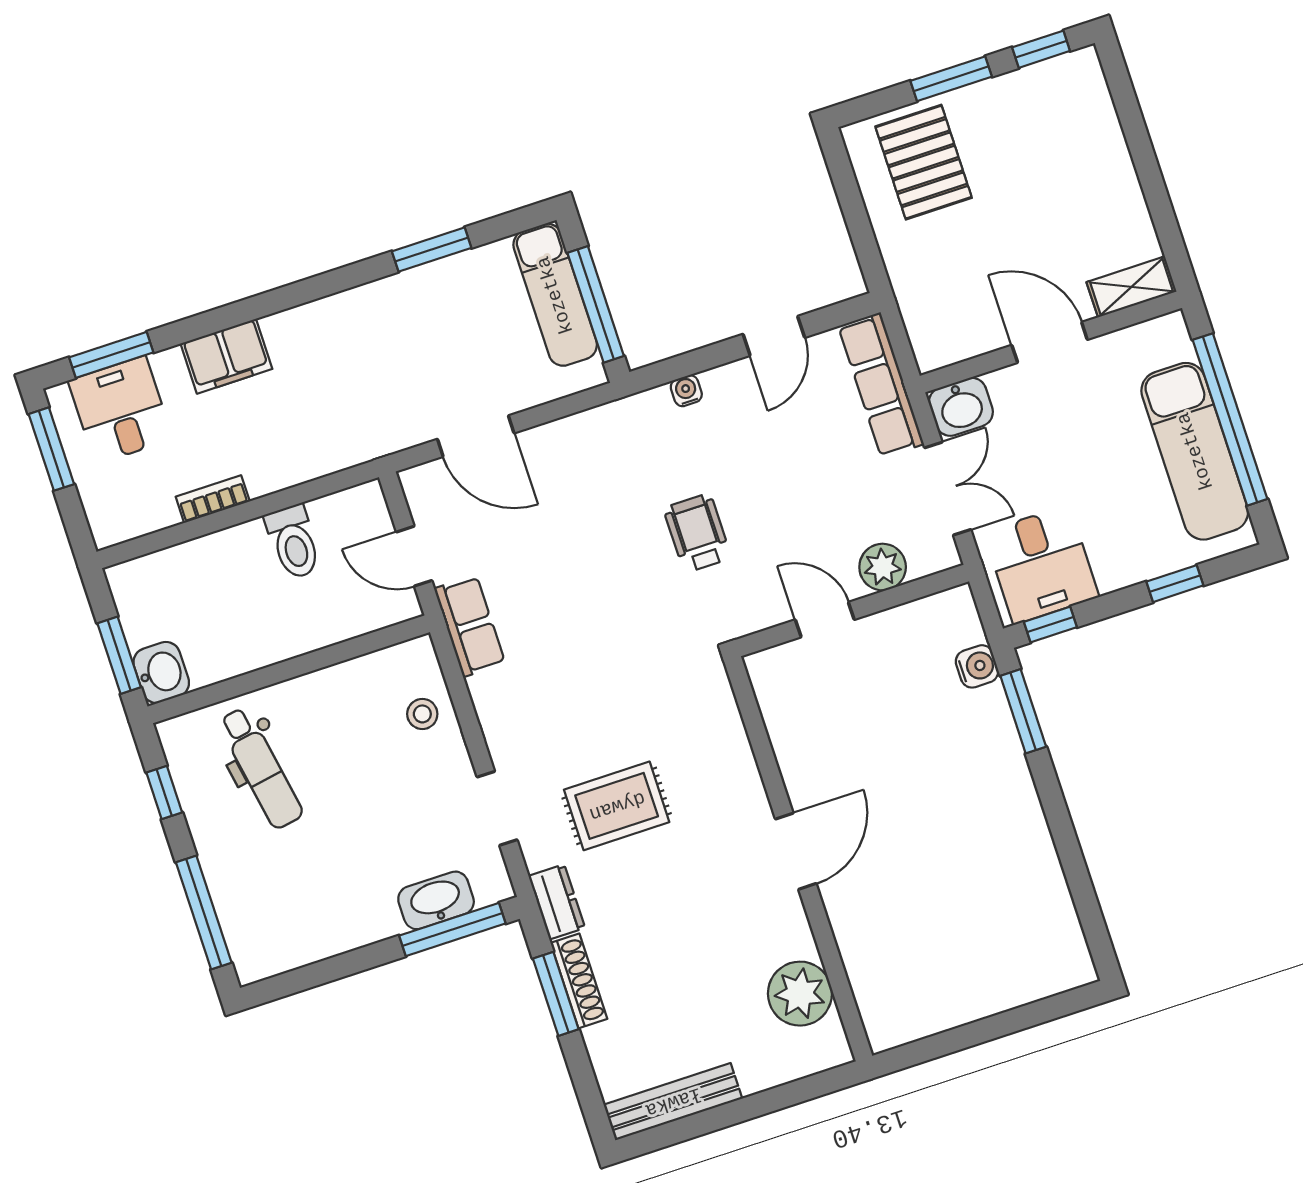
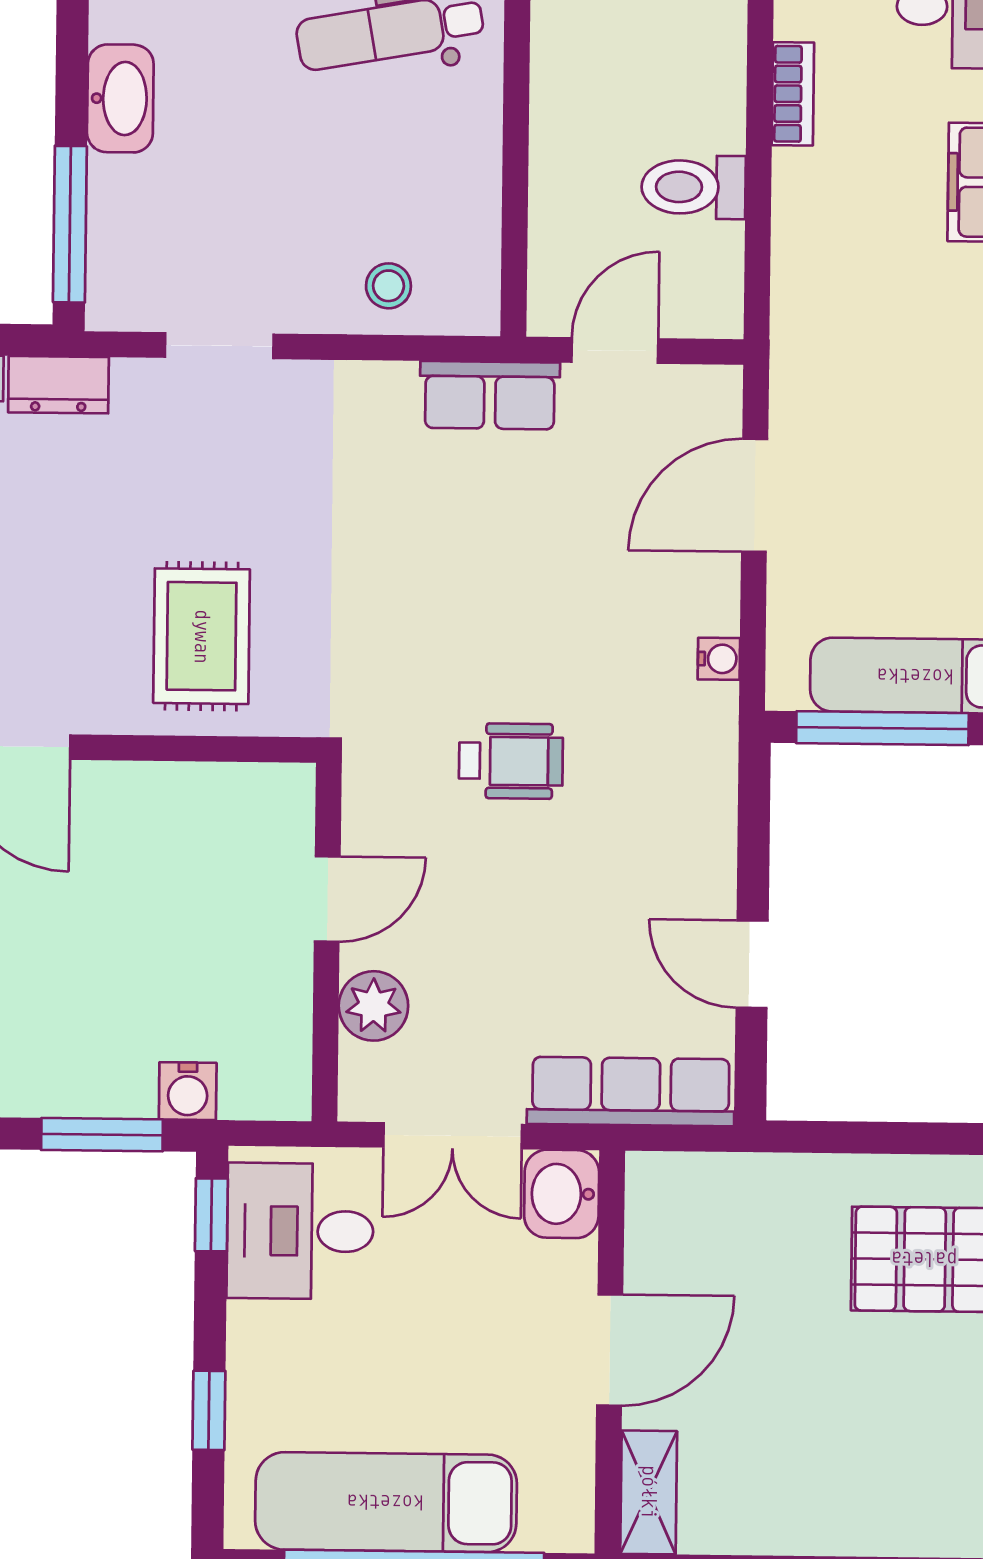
water cooler: (686, 391) -> (719, 659), moved
rug: (617, 806) -> (202, 636), moved
washbasin: (436, 900) -> (120, 98), moved

